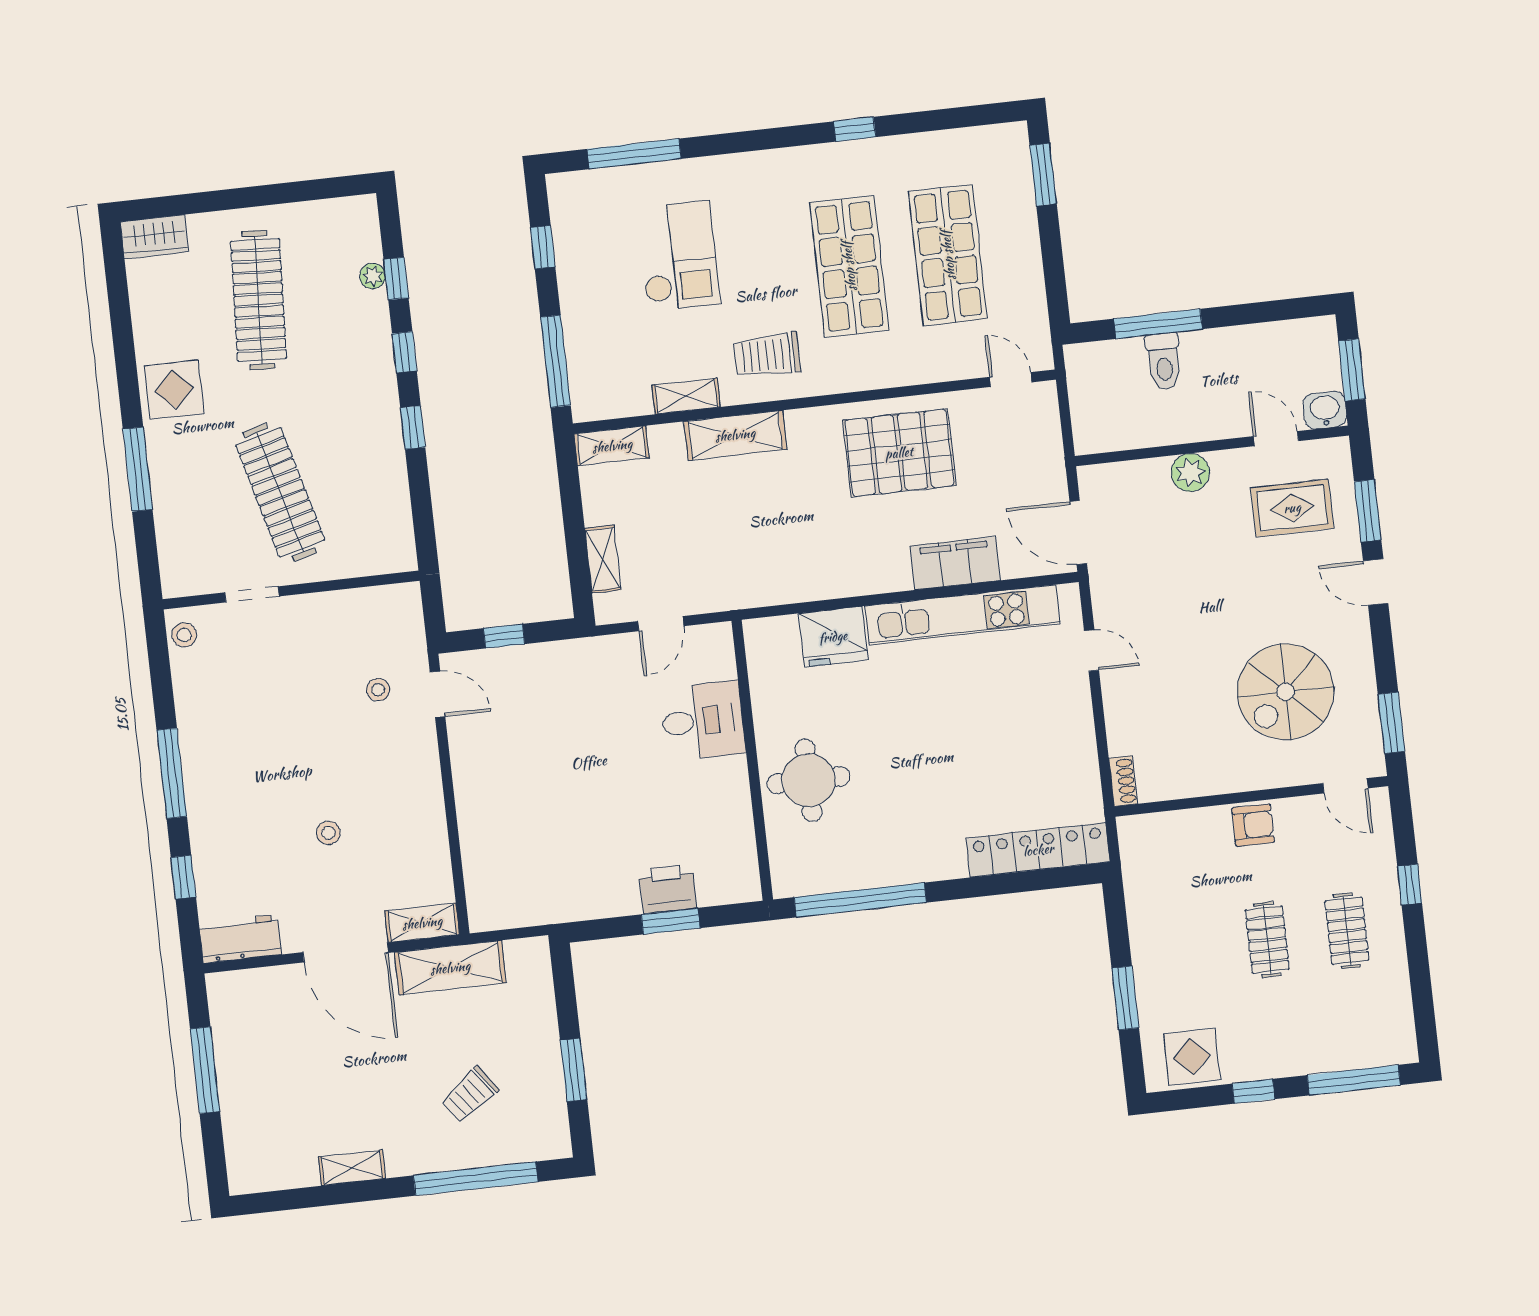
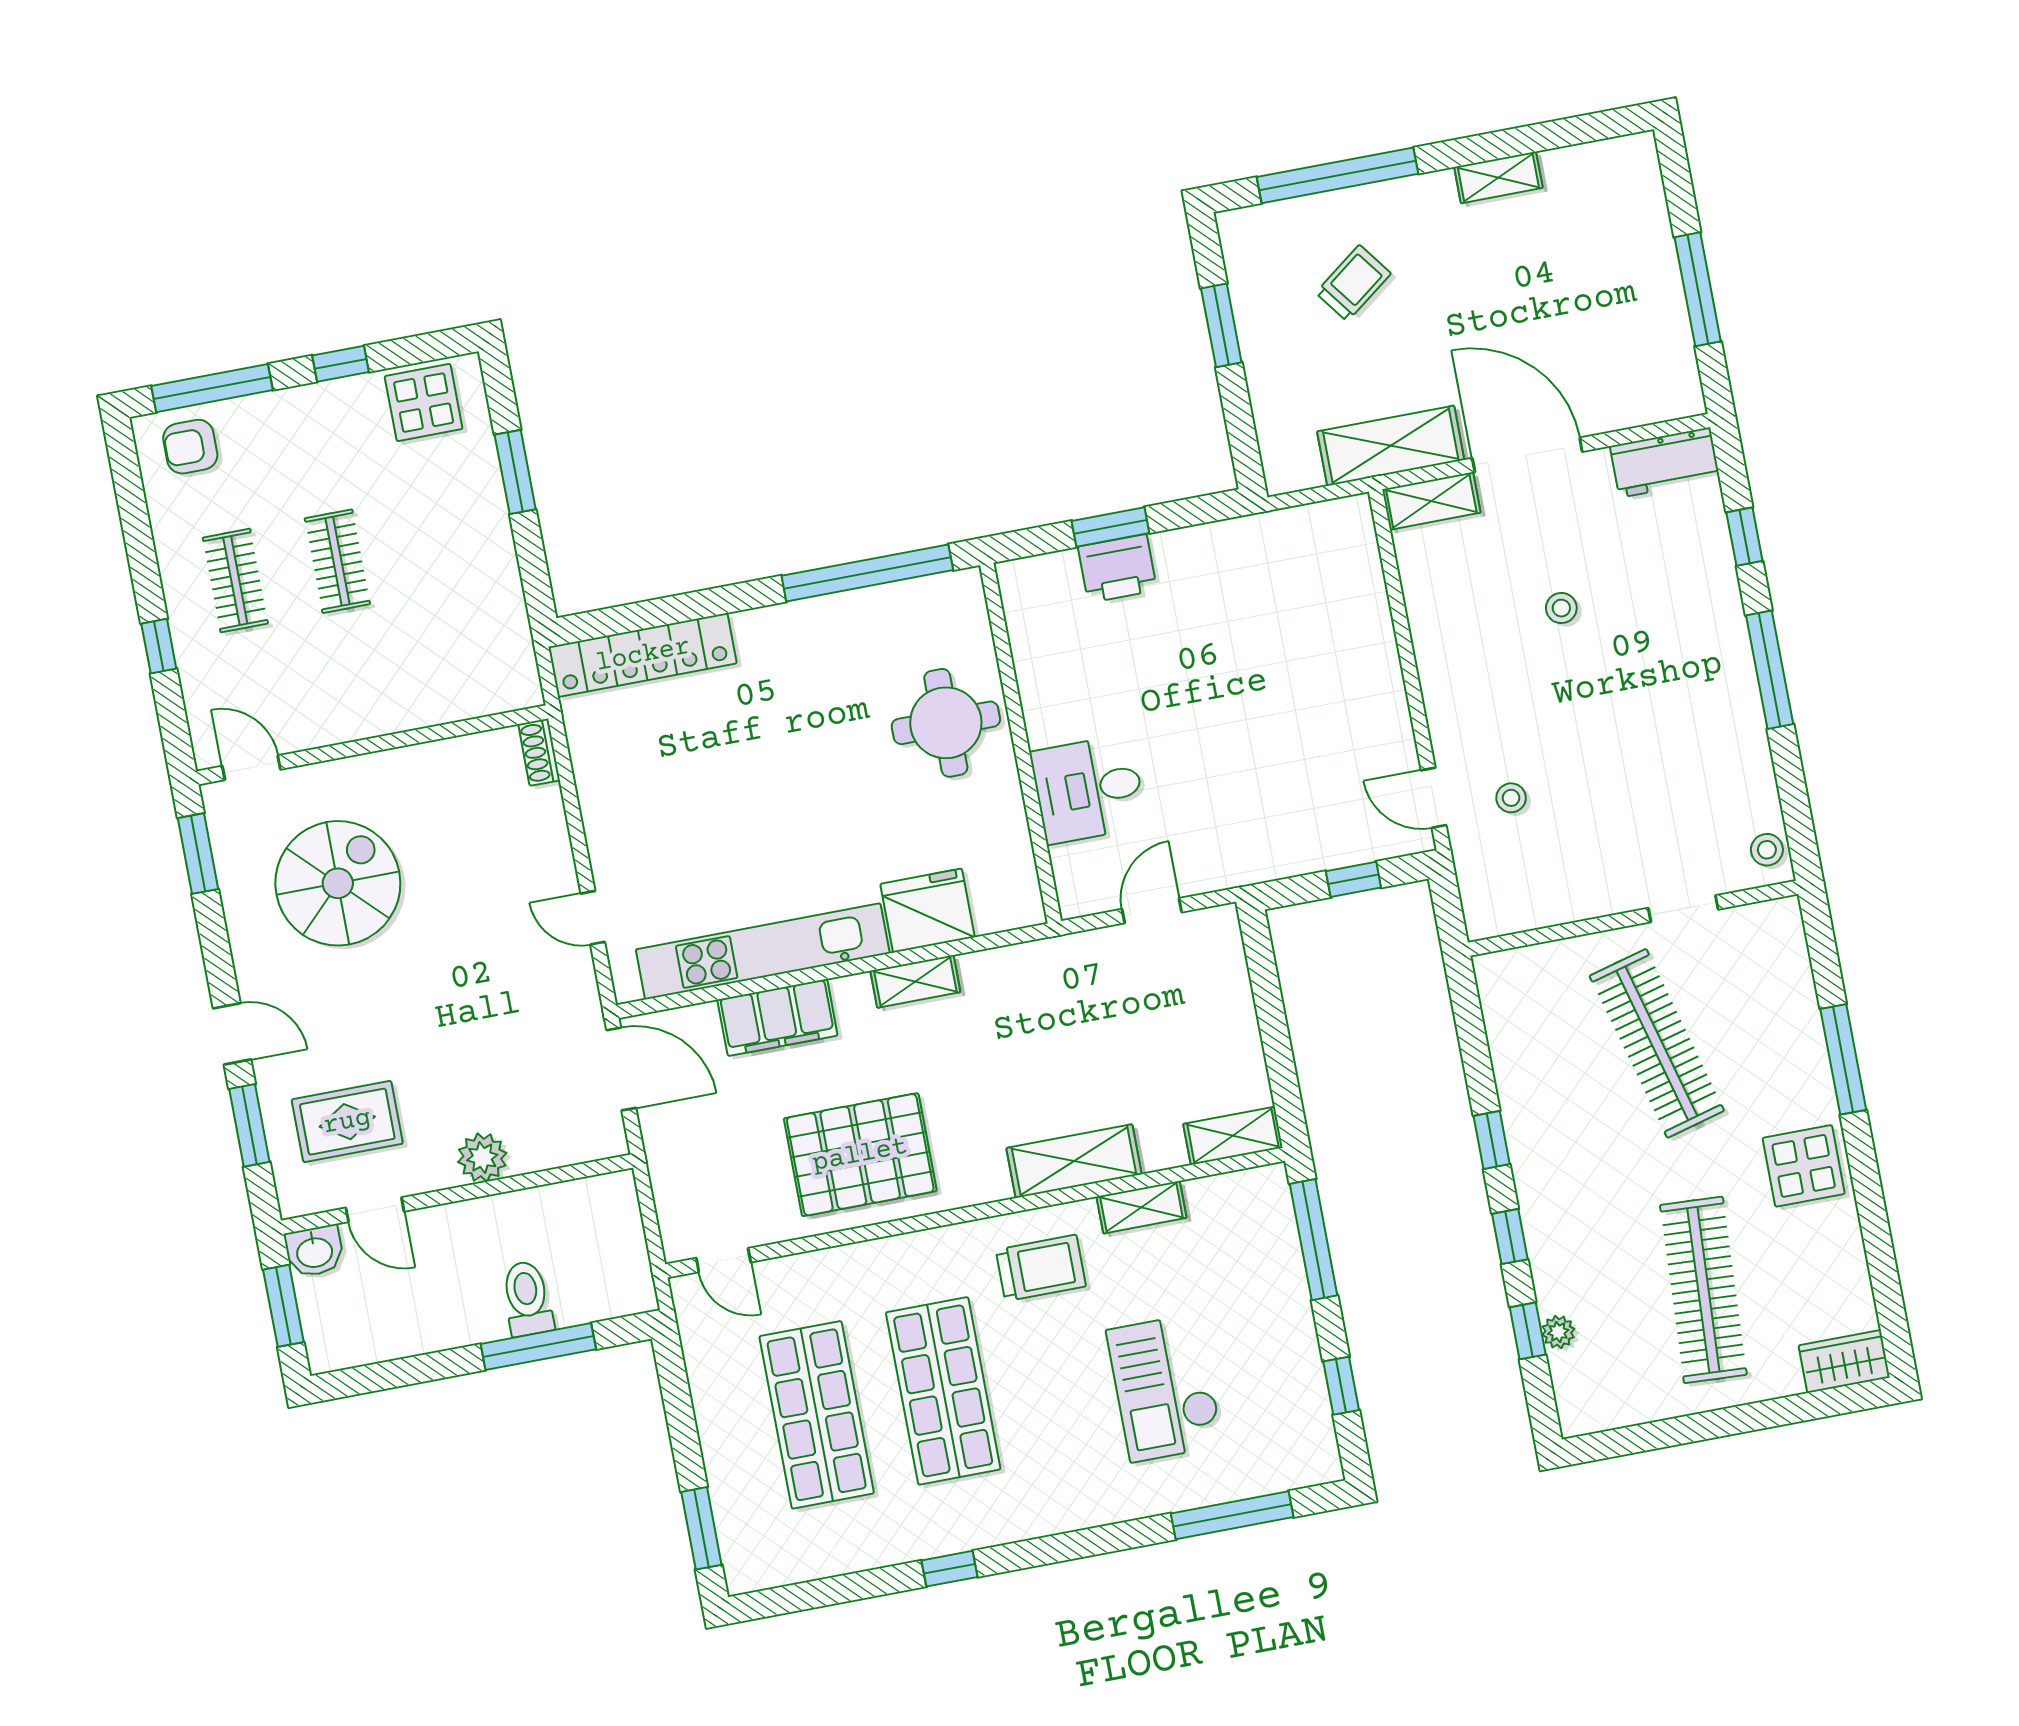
shelving: (603, 559) -> (915, 981), moved, turned 90
armchair: (1253, 825) -> (190, 447), moved

